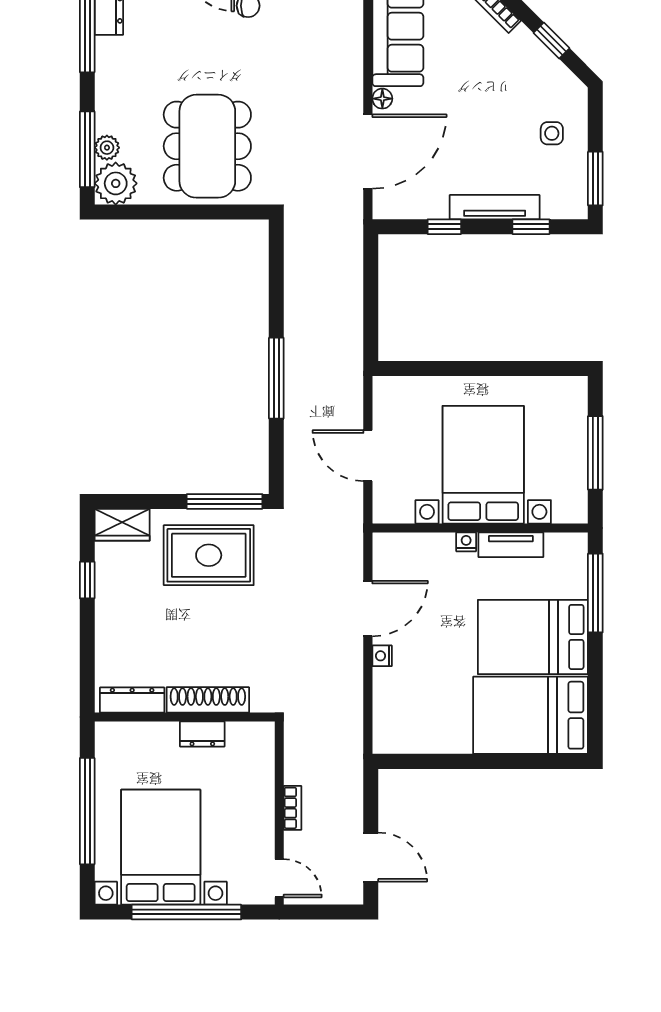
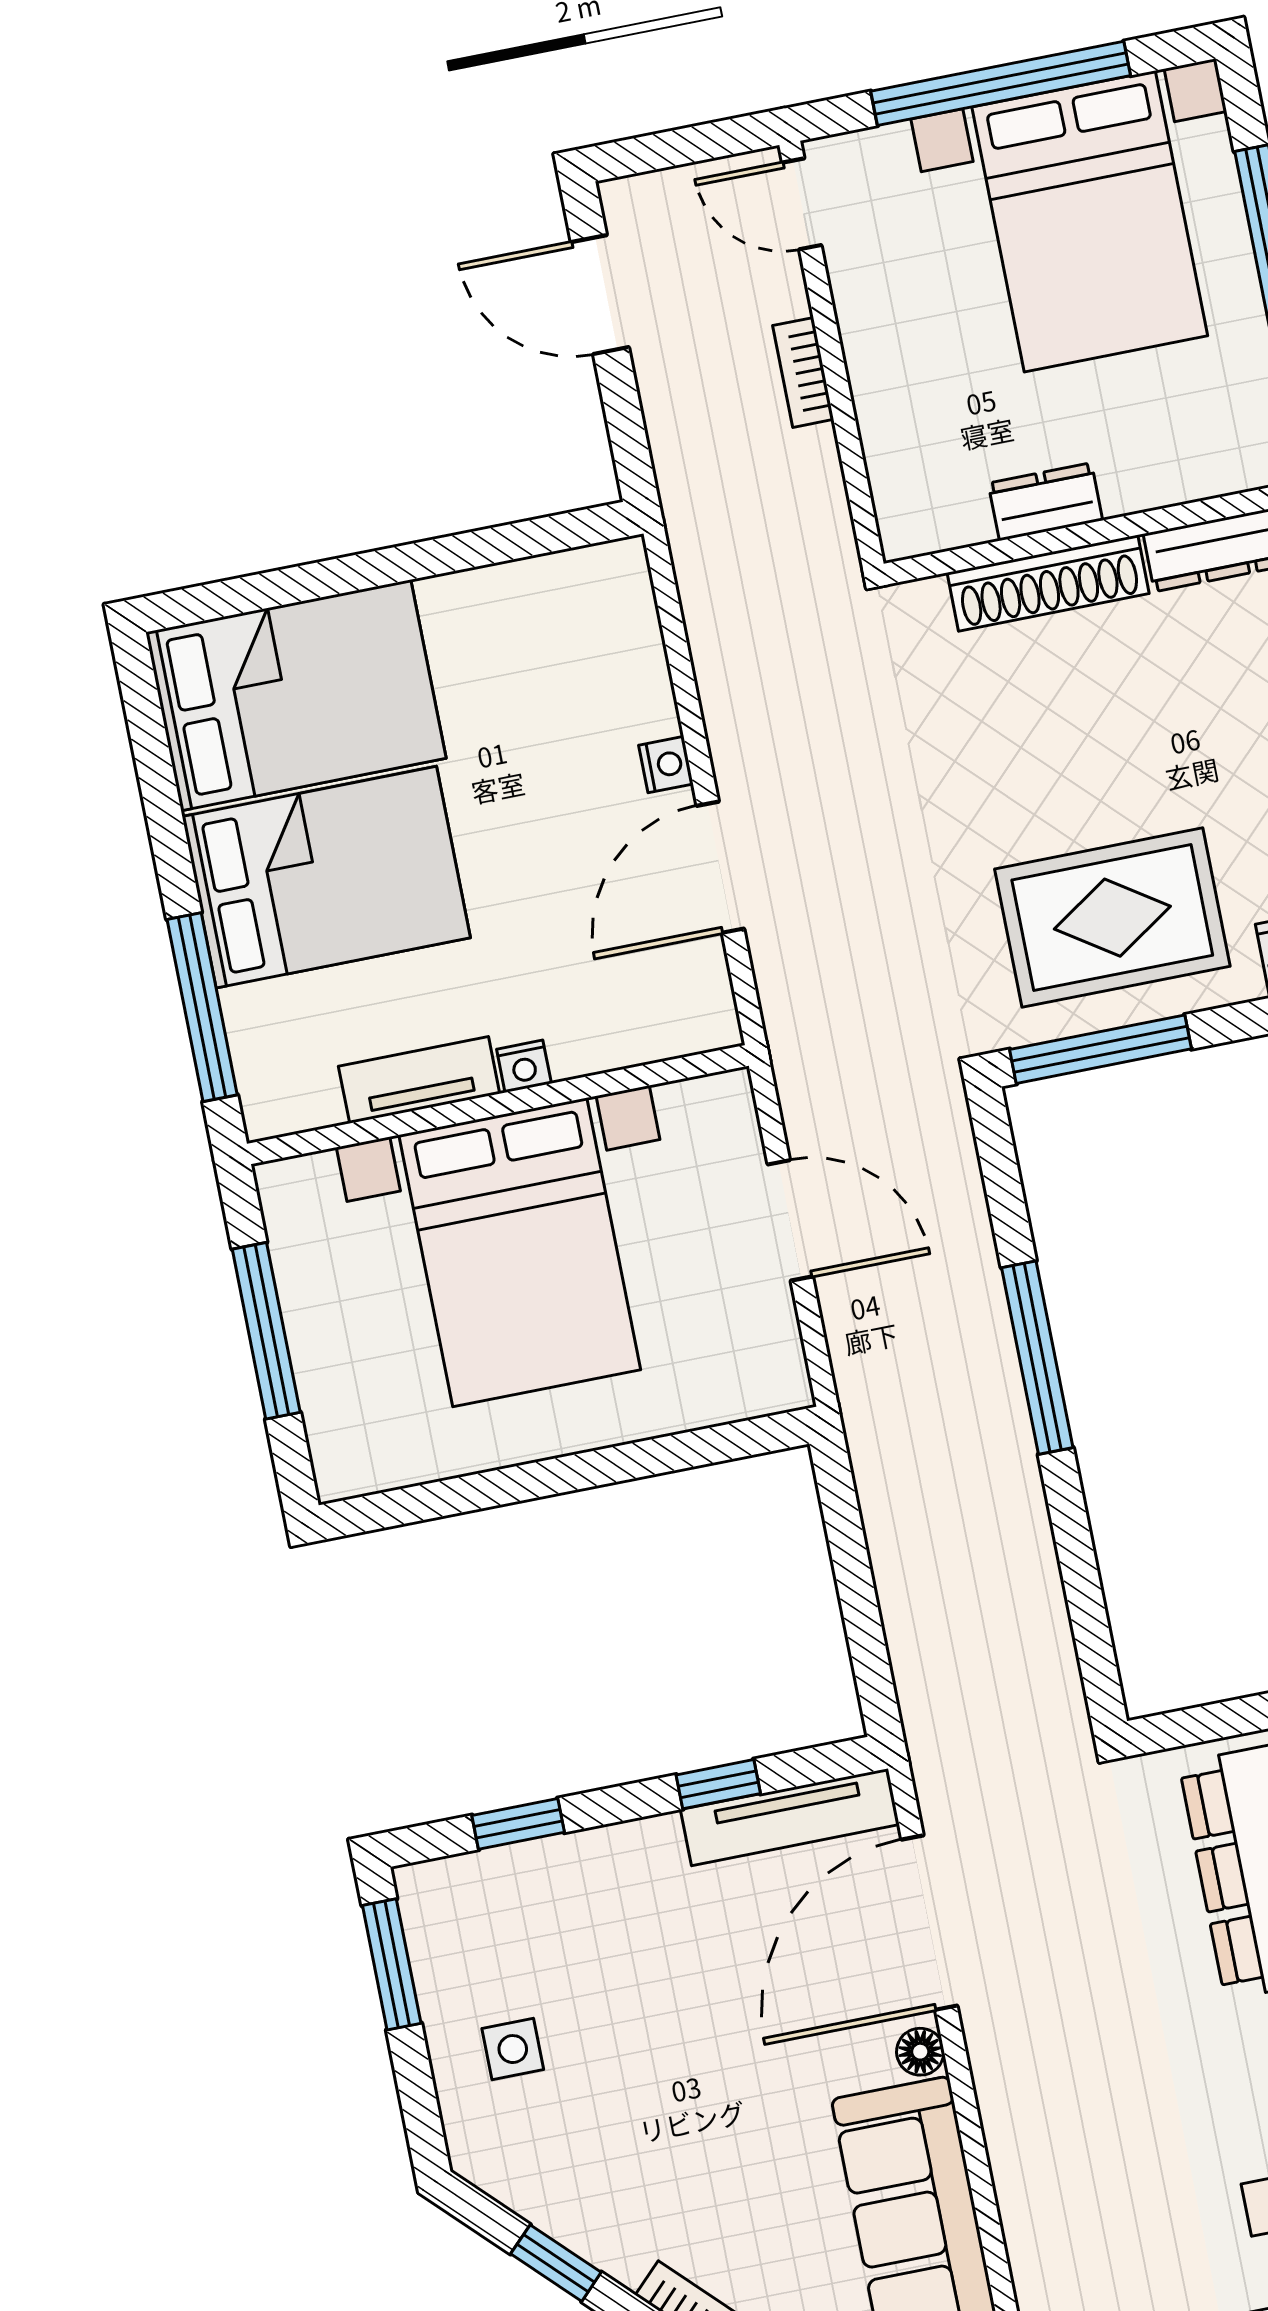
tv unit: (495, 207) -> (790, 1817), moved

